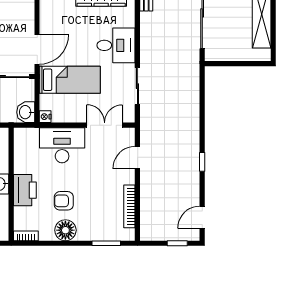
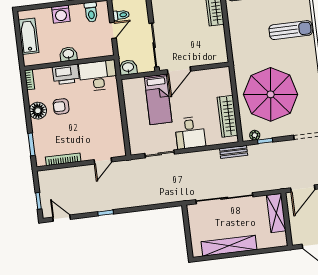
door: (37, 50) -> (179, 70), hinge flipped
nightstand: (45, 117) -> (126, 83), removed
double door: (105, 125) -> (125, 132), removed
desk: (62, 145) -> (98, 76), moved, turned -90
door: (137, 158) -> (103, 161), swing flipped
armchair: (64, 201) -> (61, 106), turned -90

